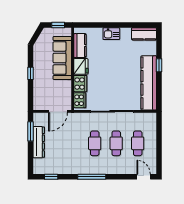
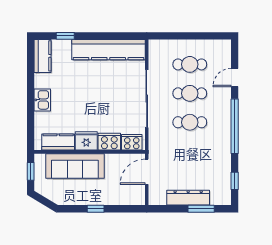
window: (159, 65) -> (65, 36), moved
door: (58, 111) -> (147, 172), swing flipped
window: (30, 131) -> (201, 209), moved
window: (92, 177) -> (235, 126), width x1.46
door: (144, 177) -> (235, 78), moved

